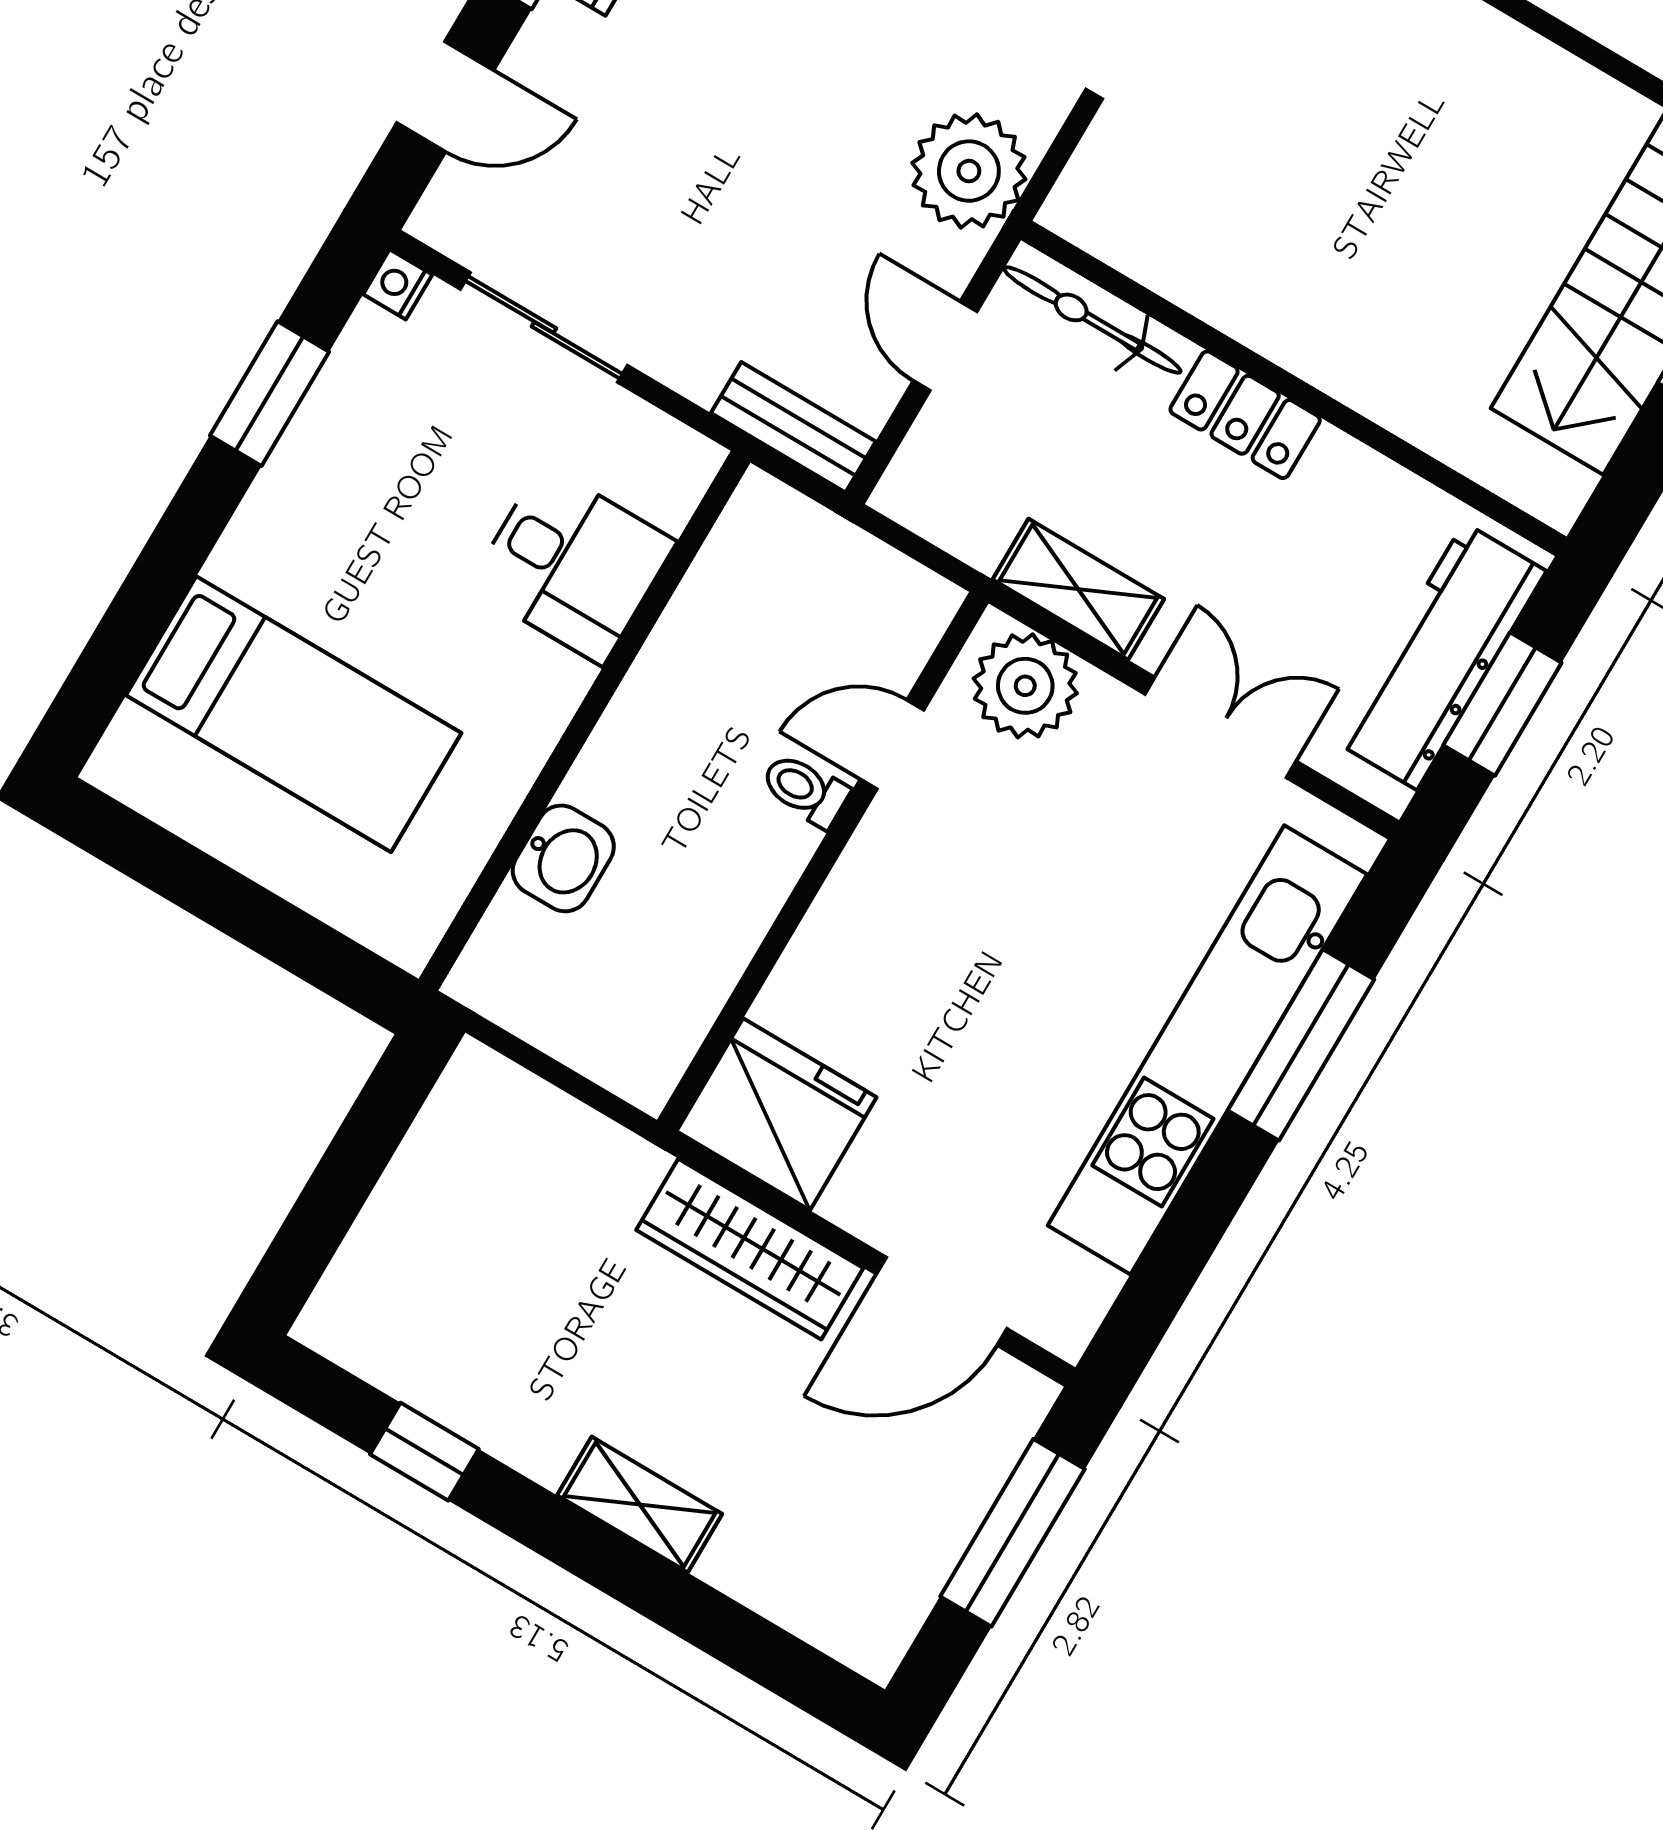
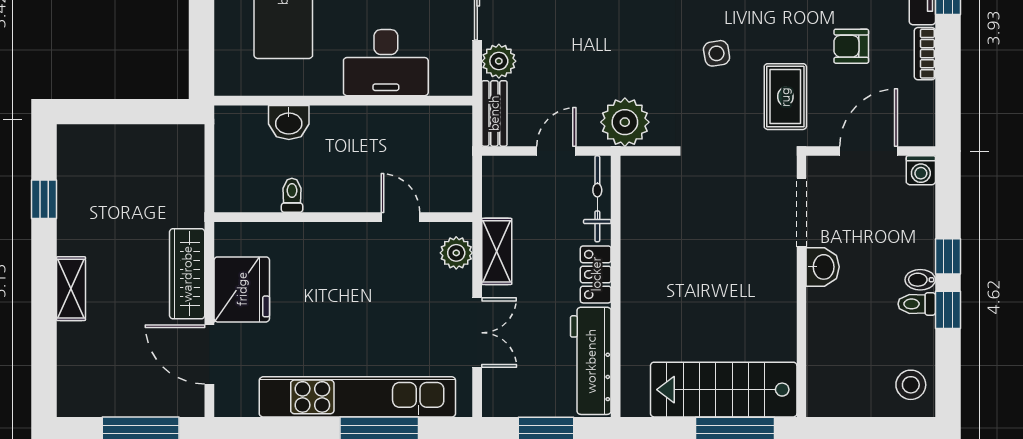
plant: (692, 355) -> (499, 61), added
desk: (572, 564) -> (386, 63), width x1.37
workbench: (1440, 656) -> (591, 361), moved, turned -90
plant: (1025, 686) -> (456, 253), width x0.73, depth x0.73
toilet: (805, 790) -> (292, 195), moved
fridge: (776, 1114) -> (242, 289), moved

